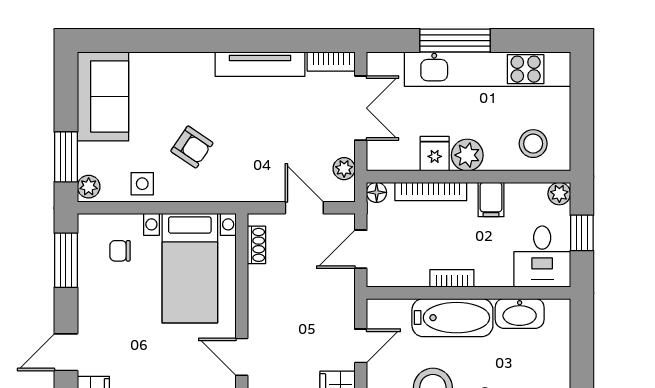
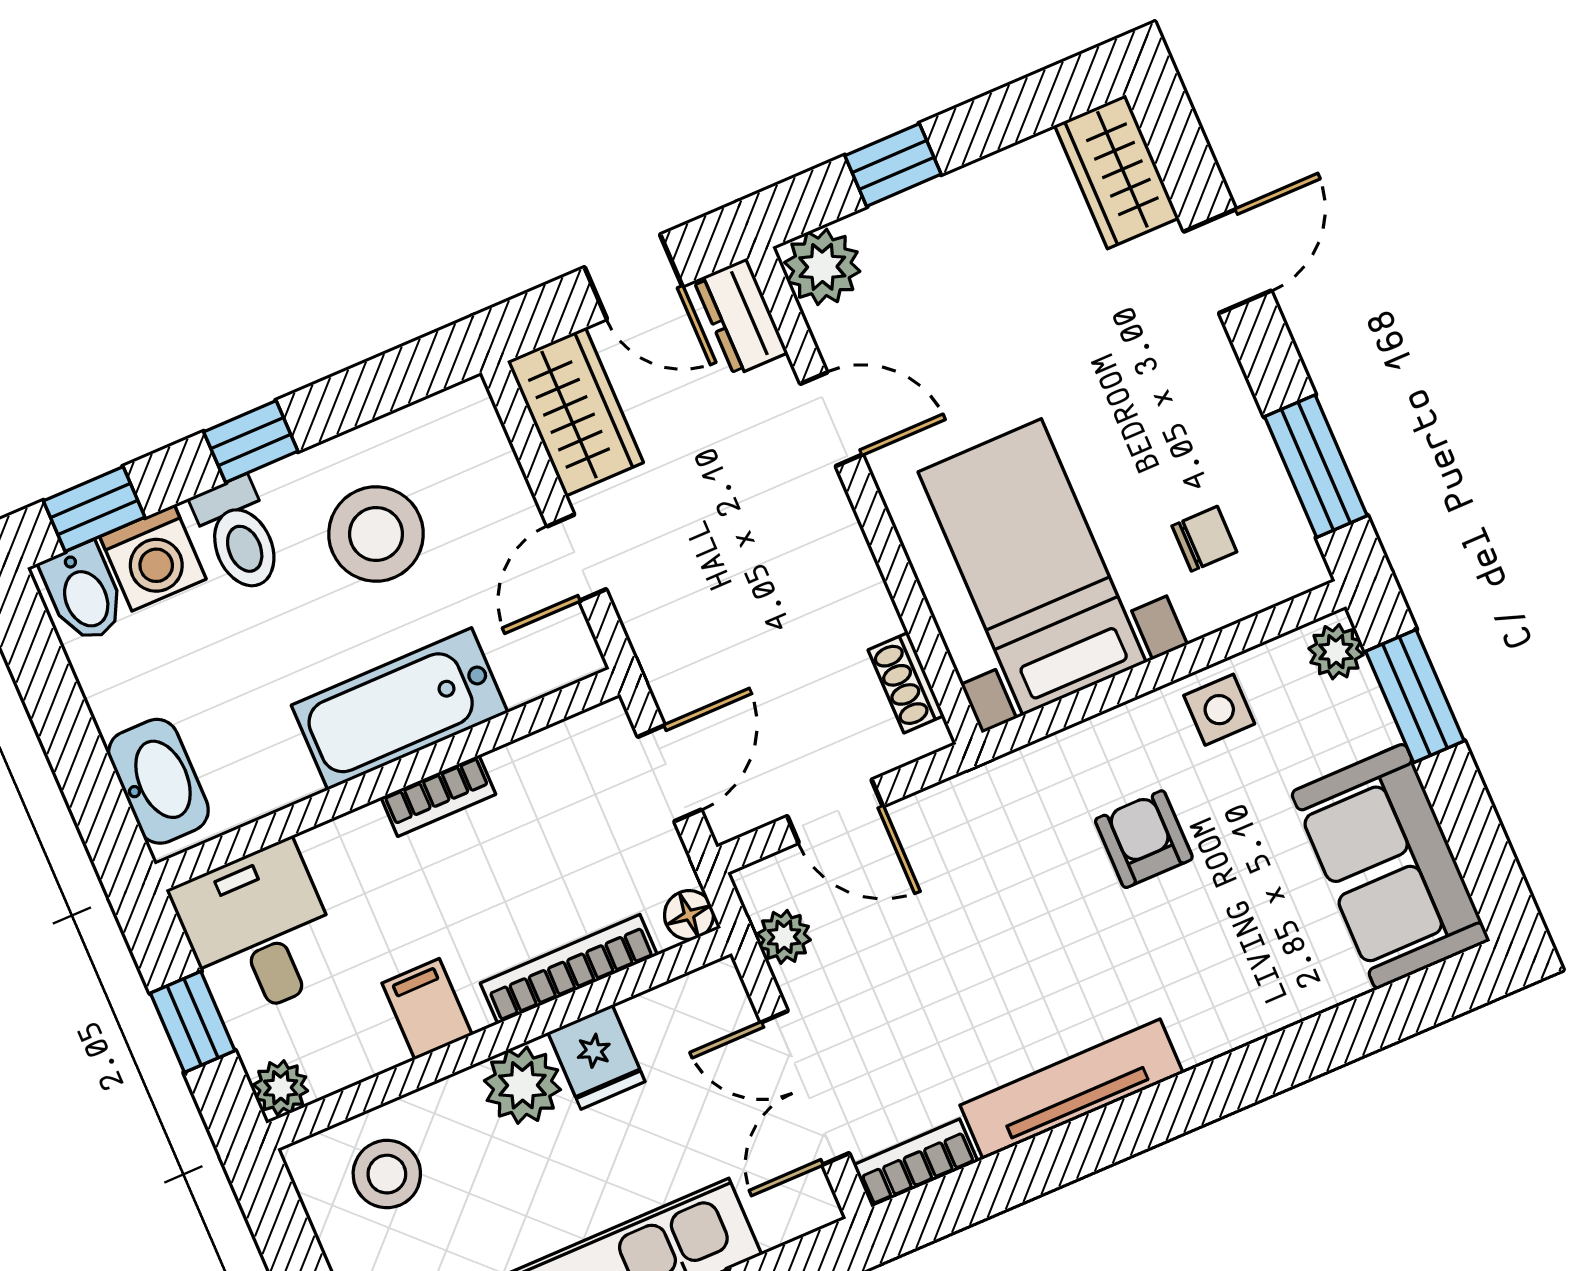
armchair: (192, 147) -> (1144, 839), turned 56
washbasin: (520, 313) -> (158, 781), moved, turned 90

